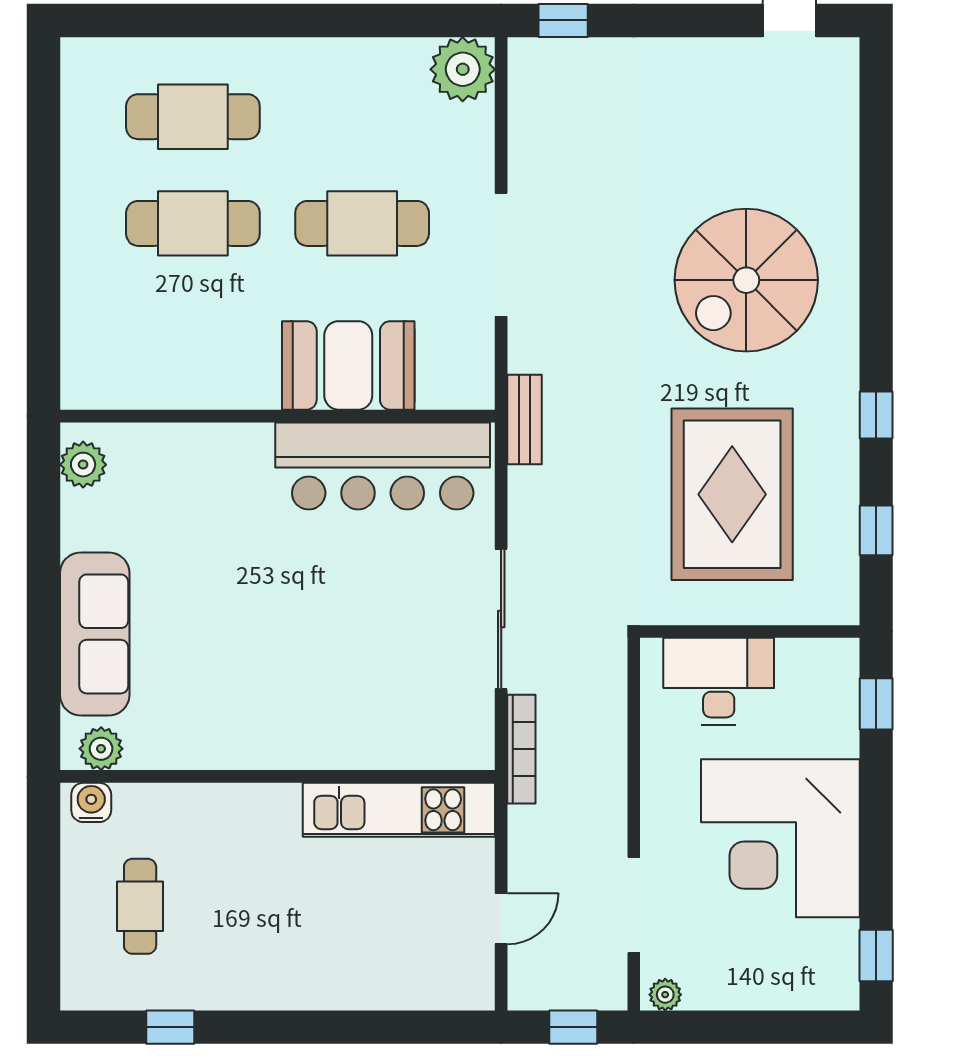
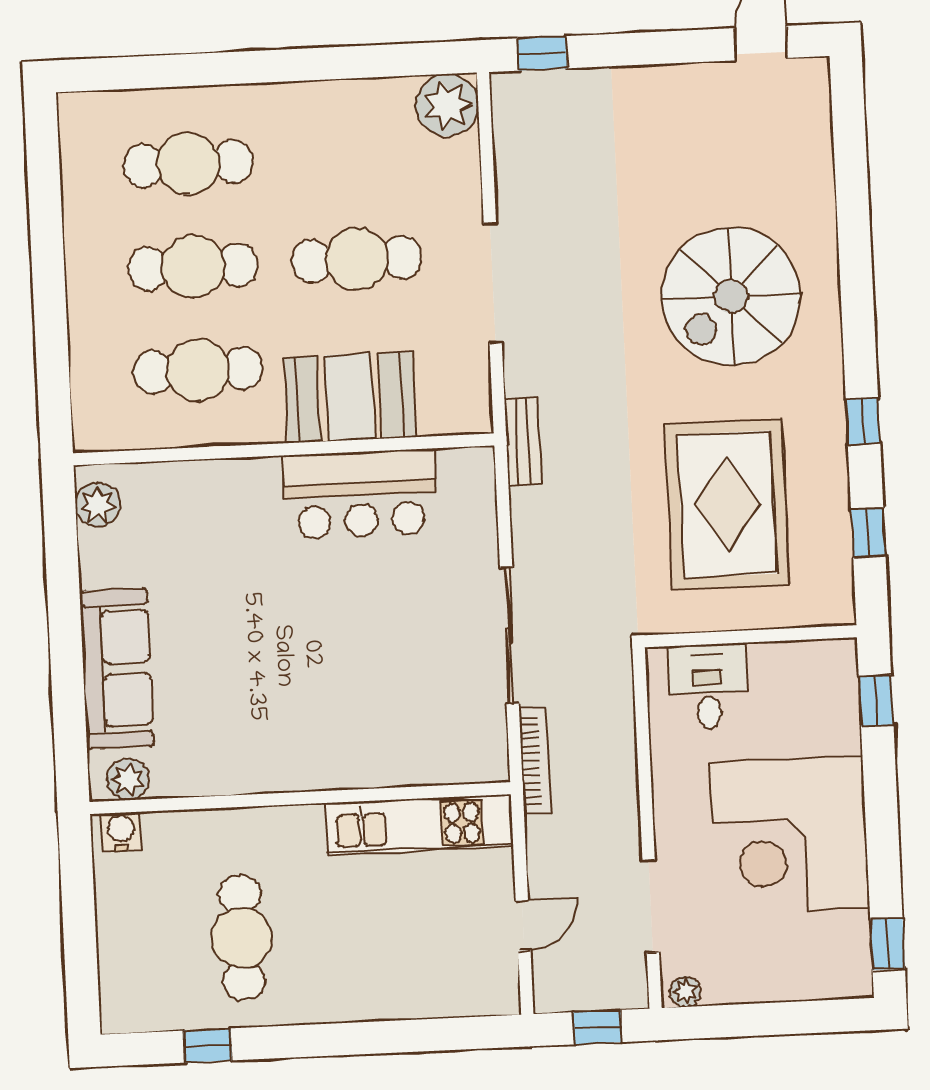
cafe table: (193, 330) -> (198, 370), added
bar counter: (383, 466) -> (360, 494), width x0.73
desk: (719, 681) -> (708, 686), width x0.73
cafe table: (140, 906) -> (242, 938), moved, width x1.37, depth x1.35

